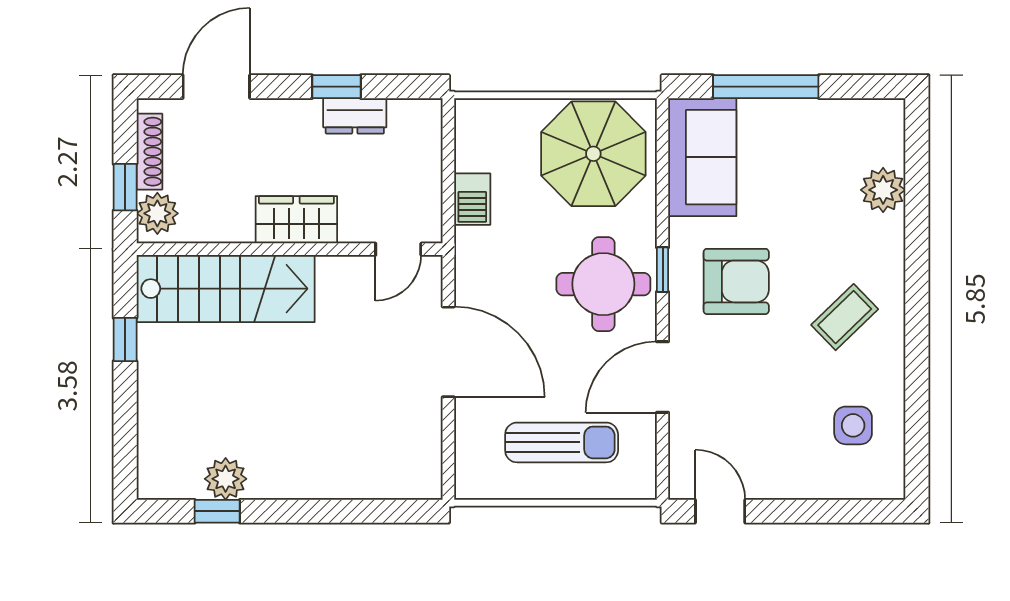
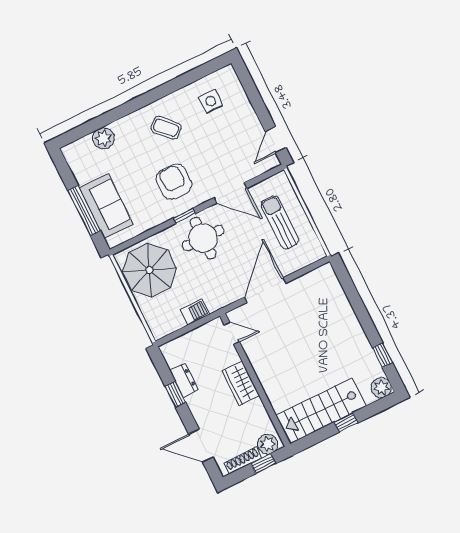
sofa: (702, 157) -> (106, 206), moved, turned 90
stairs: (226, 289) -> (321, 411), moved, turned -90
window: (125, 340) -> (346, 422), moved
plant: (226, 479) -> (381, 388), moved

